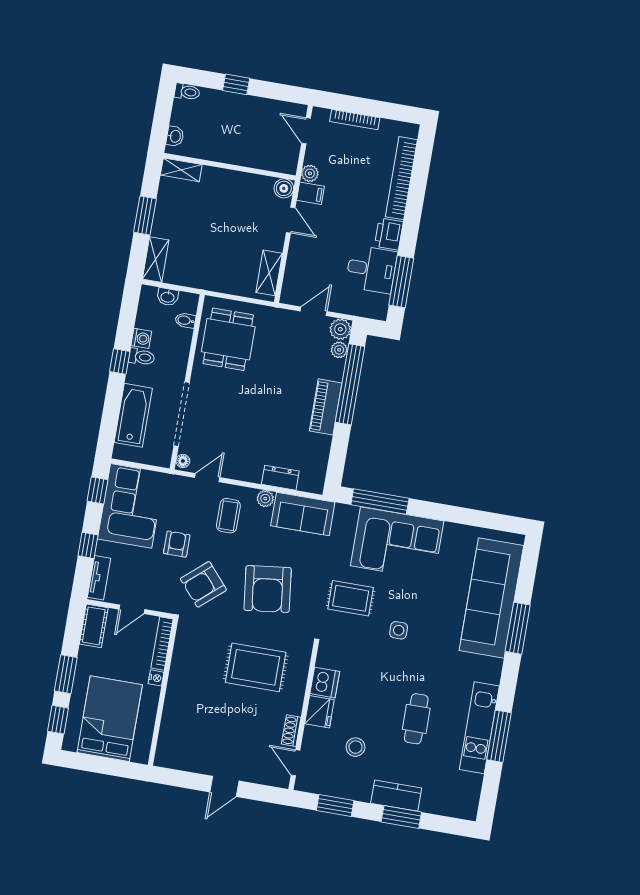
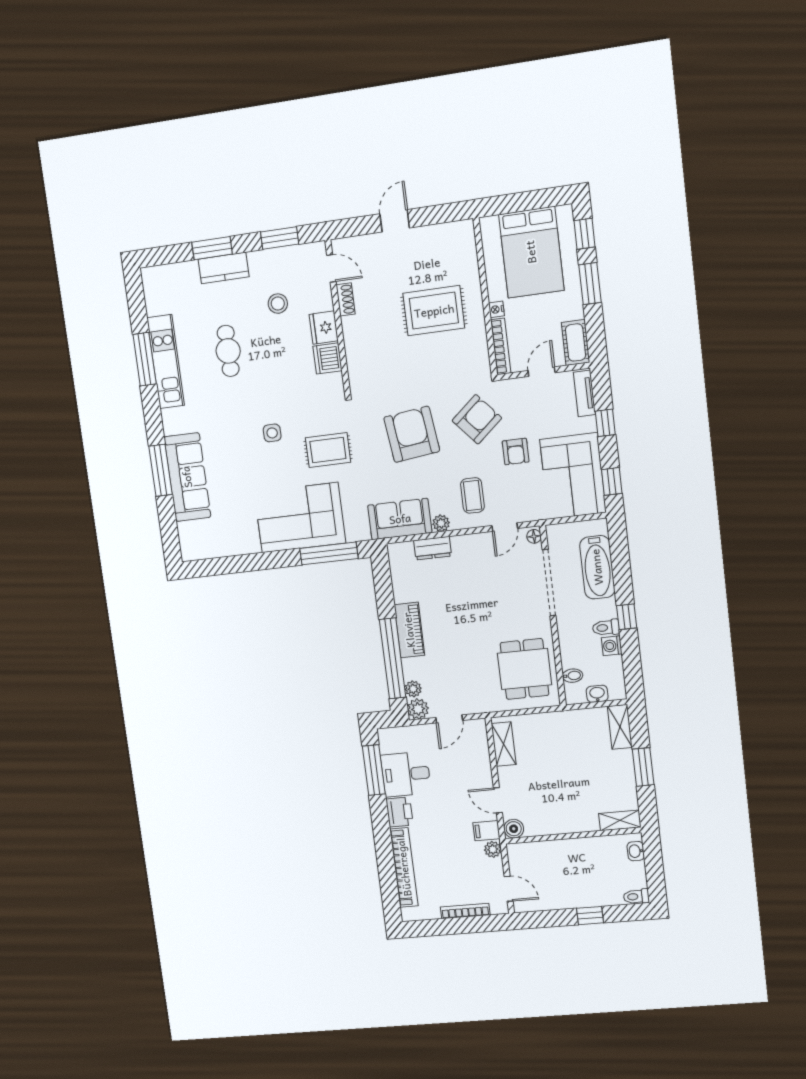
sofa: (491, 598) -> (187, 477), width x0.74, depth x0.79
rug: (256, 667) -> (434, 311), moved

